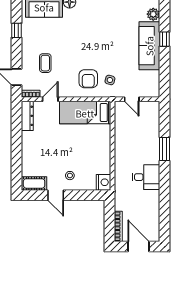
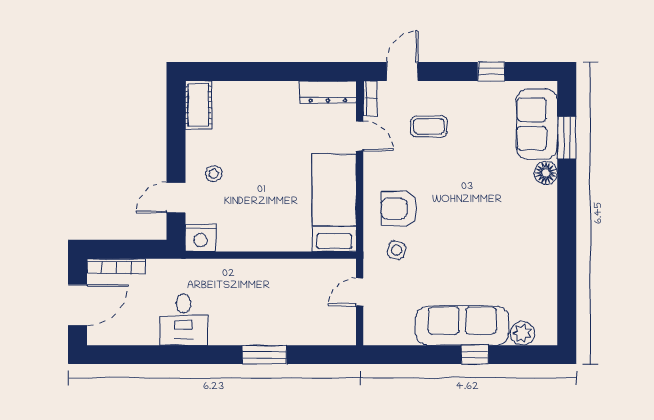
desk: (146, 177) -> (184, 319), moved
door: (56, 195) -> (176, 198), moved

